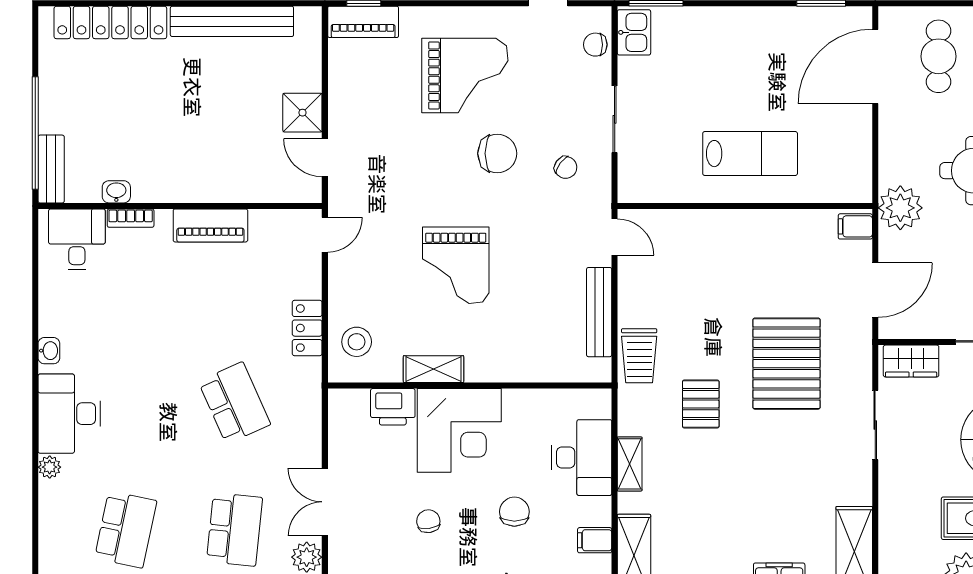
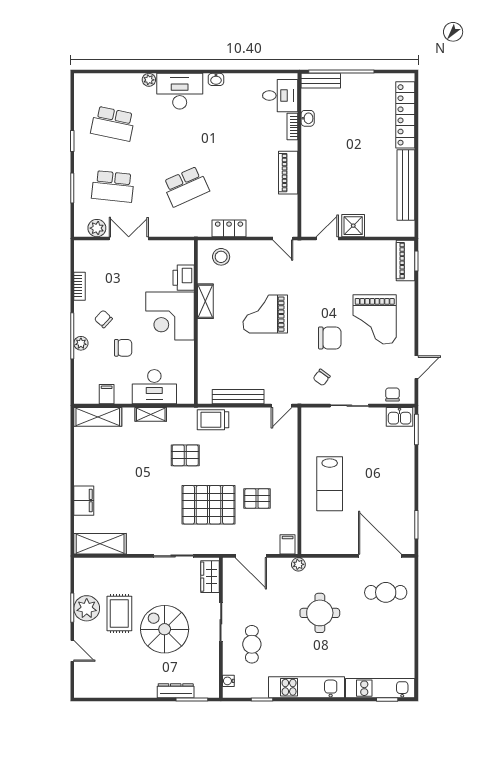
chair: (497, 153) -> (330, 338), turned -90
plant: (900, 208) -> (298, 564), width x0.53, depth x0.53
pallet: (776, 280) -> (257, 498), added
chair: (428, 521) -> (103, 319), moved, turned -129

